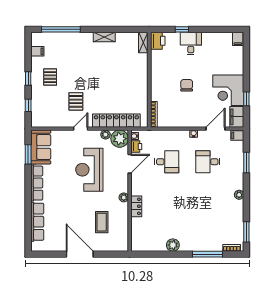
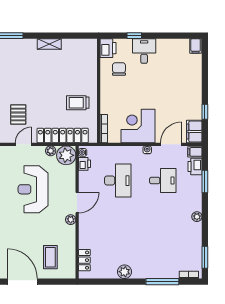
shelving: (143, 42) -> (92, 50), removed
chair: (187, 85) -> (119, 69), moved
corner desk: (228, 90) -> (138, 126), moved, turned 90
trolley: (130, 91) -> (78, 103), added
printer: (237, 149) -> (195, 167), added
desk: (167, 162) -> (118, 181), width x1.37
desk: (208, 162) -> (163, 181), turned 180
door: (130, 164) -> (77, 203), moved
locker: (136, 206) -> (84, 260), moved
coffee table: (102, 222) -> (50, 257), moved

